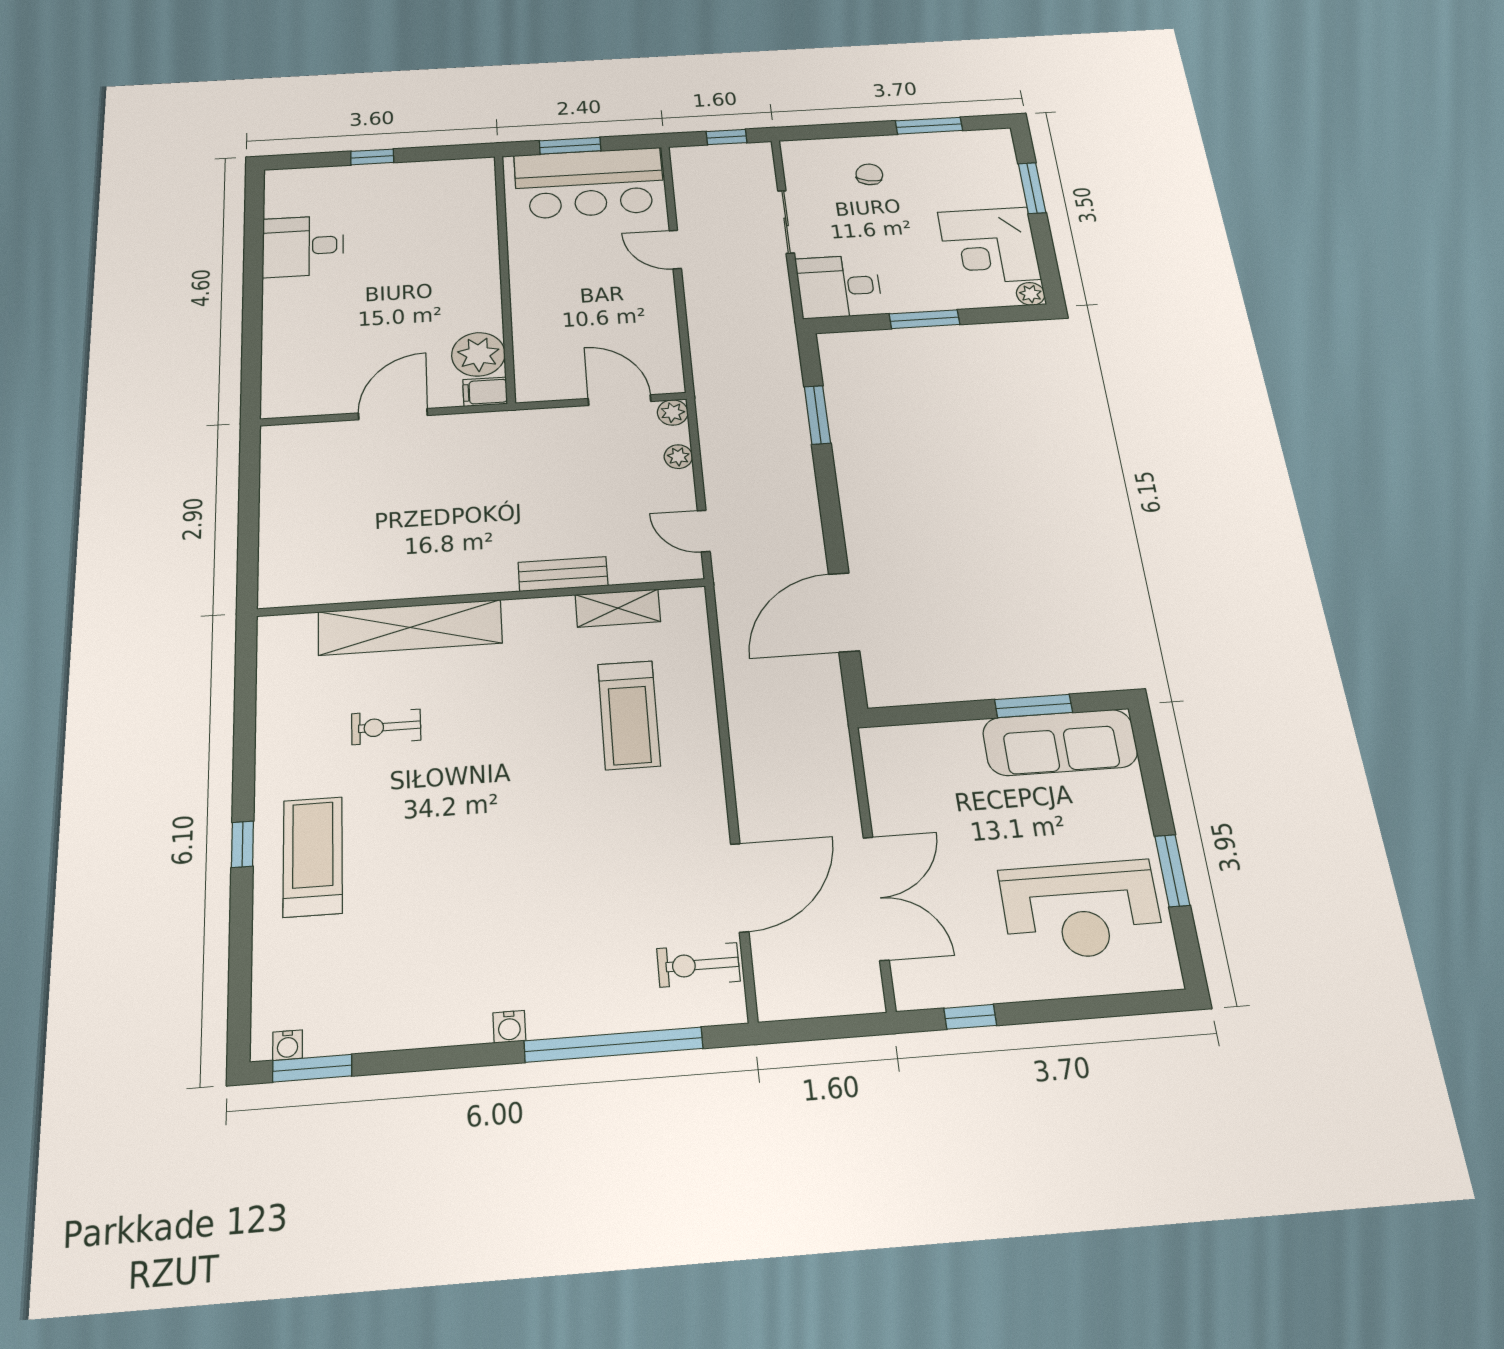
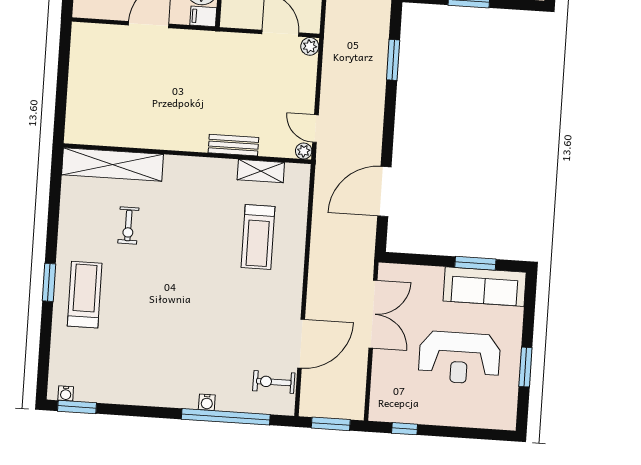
plant: (678, 457) -> (304, 151), moved
shelving: (410, 627) -> (112, 165), moved
exercise bike: (386, 727) -> (128, 225), turned -90
window: (242, 844) -> (49, 282), width x1.50
double door: (876, 898) -> (373, 314), moved
reception desk: (1081, 910) -> (459, 358), moved
water cooler: (509, 1027) -> (207, 402), moved
window: (824, 1028) -> (331, 424), added

